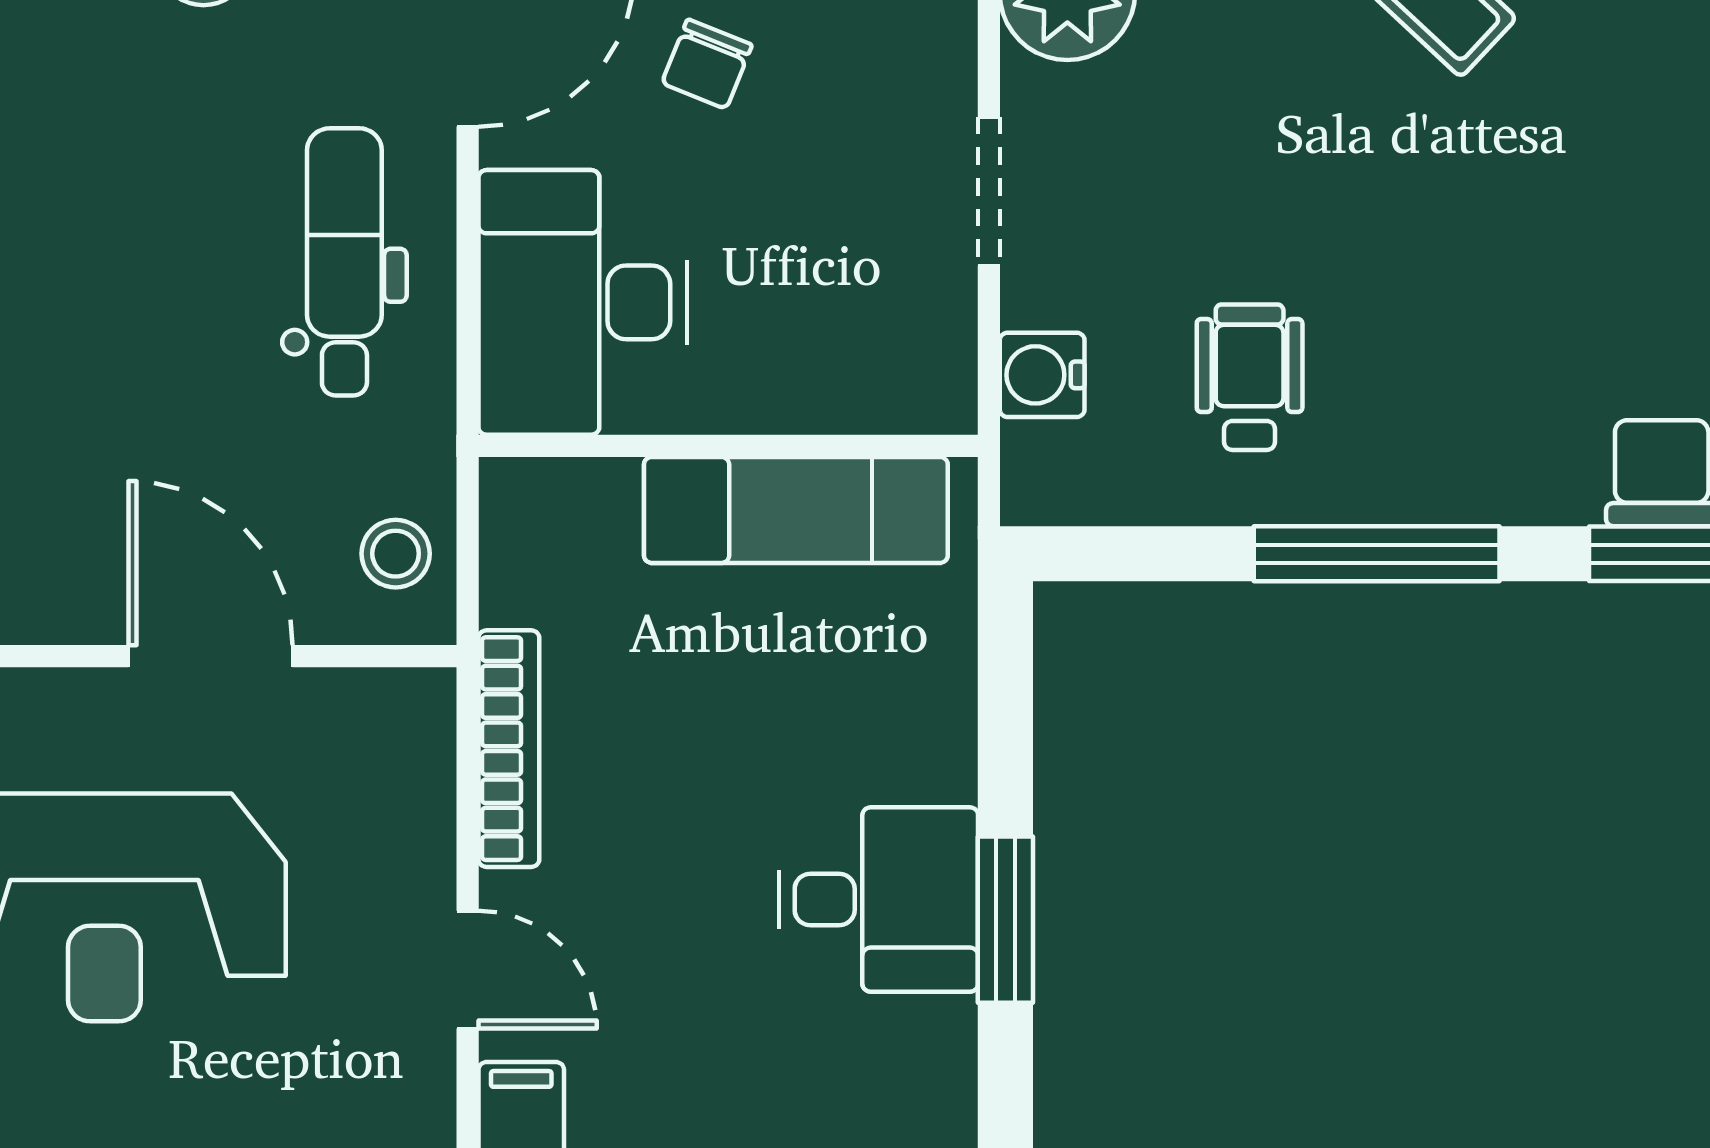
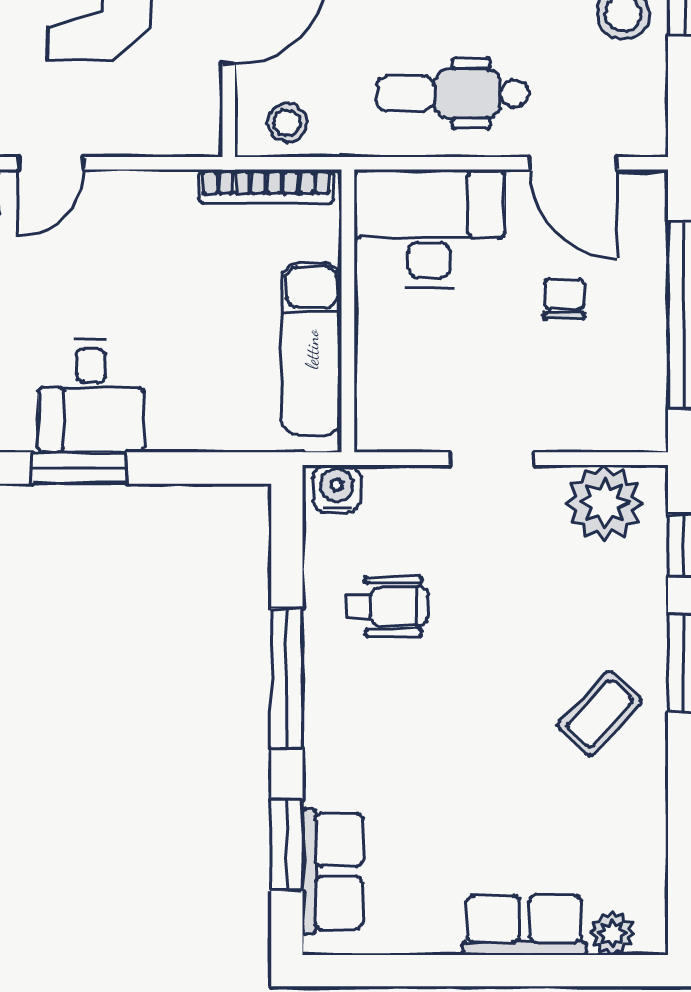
chair: (707, 64) -> (564, 299), turned 68
dental chair: (344, 262) -> (452, 94), turned 180
water cooler: (1042, 375) -> (337, 489), moved
bookcase: (509, 749) -> (266, 187), moved

